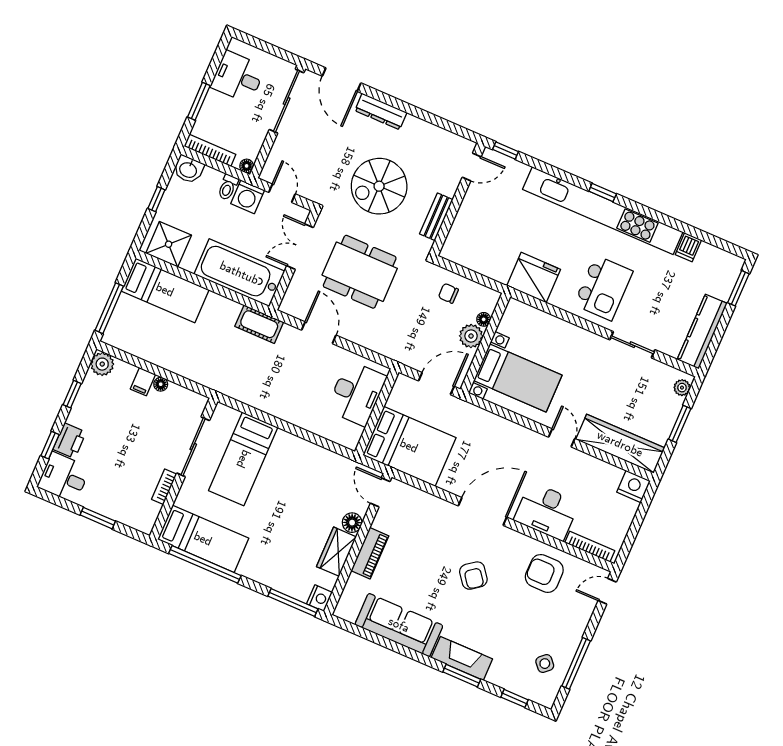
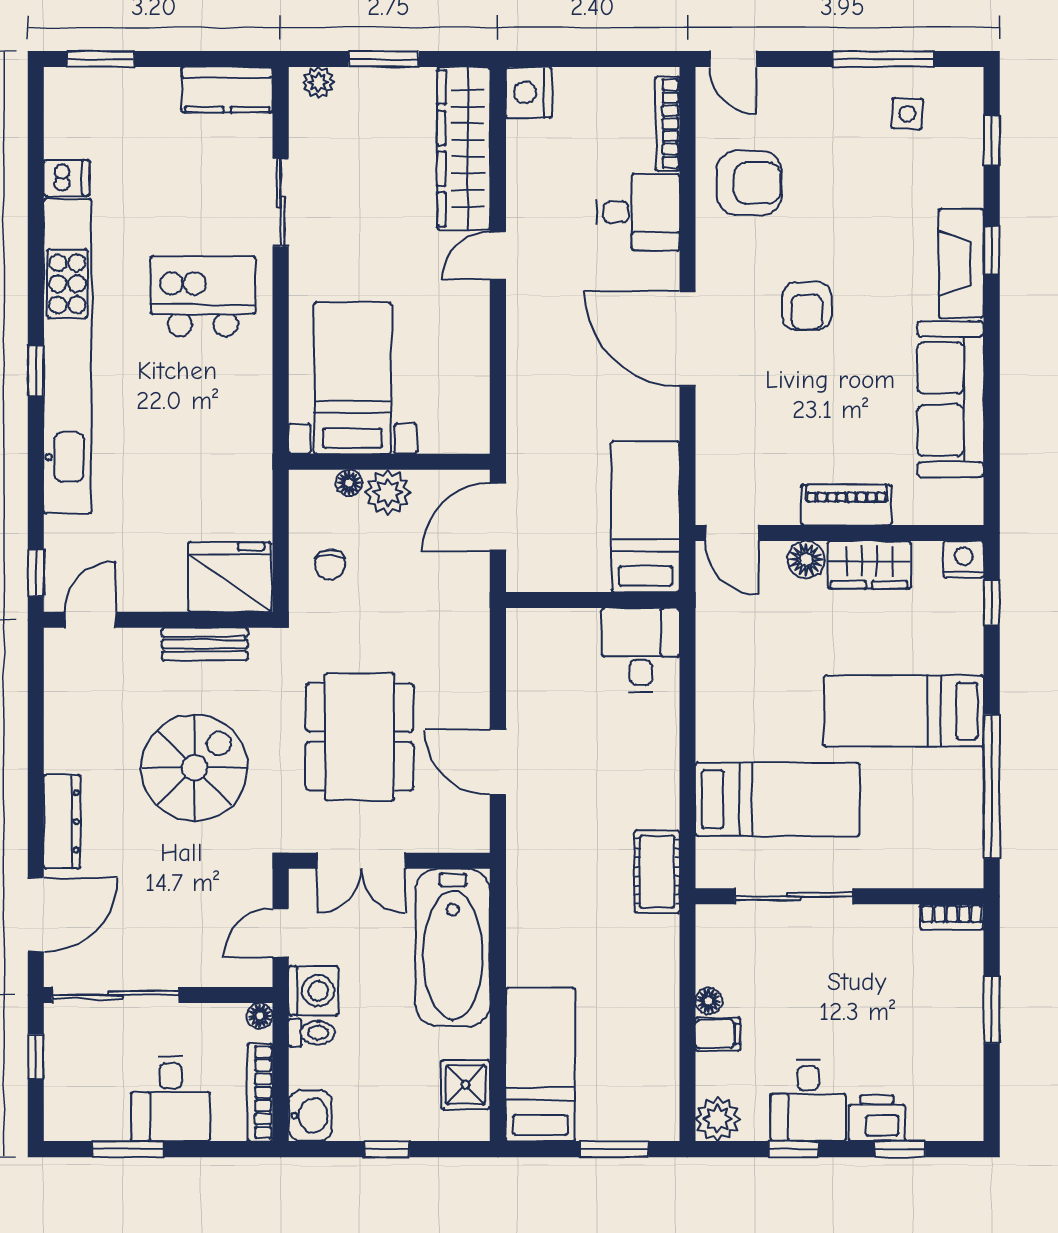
window: (274, 50) -> (36, 1057), added
desk: (238, 77) -> (171, 1099), moved
window: (199, 101) -> (128, 1149), moved
door: (472, 167) -> (90, 620), hinge flipped
spiral stairs: (379, 186) -> (194, 768), turned -90
shower: (169, 244) -> (465, 1085), width x0.73, depth x0.73
fridge: (534, 278) -> (230, 577), moved, turned 90
window: (109, 308) -> (614, 1149), width x0.69
cot: (259, 324) -> (657, 872), moved
kitchen counter: (702, 332) -> (227, 90), width x0.67
door: (319, 333) -> (498, 762), hinge flipped
bed with nightstands: (518, 378) -> (353, 378), moved
door: (436, 384) -> (498, 517), hinge flipped
desk: (357, 393) -> (641, 650), moved, width x0.73
bed: (409, 446) -> (646, 517), width x0.67
desk: (64, 477) -> (808, 1100), moved
bookcase: (164, 487) -> (952, 917), moved
door: (380, 492) -> (732, 533), hinge flipped
desk: (547, 511) -> (638, 212), width x0.73
bed: (203, 539) -> (904, 711), moved, turned -90
armchair: (544, 573) -> (749, 183), turned -90
armchair: (473, 576) -> (807, 306), turned 127
window: (293, 602) -> (992, 603), width x0.46
side table: (545, 664) -> (907, 114), turned 45
window: (462, 676) -> (992, 250), width x0.67

